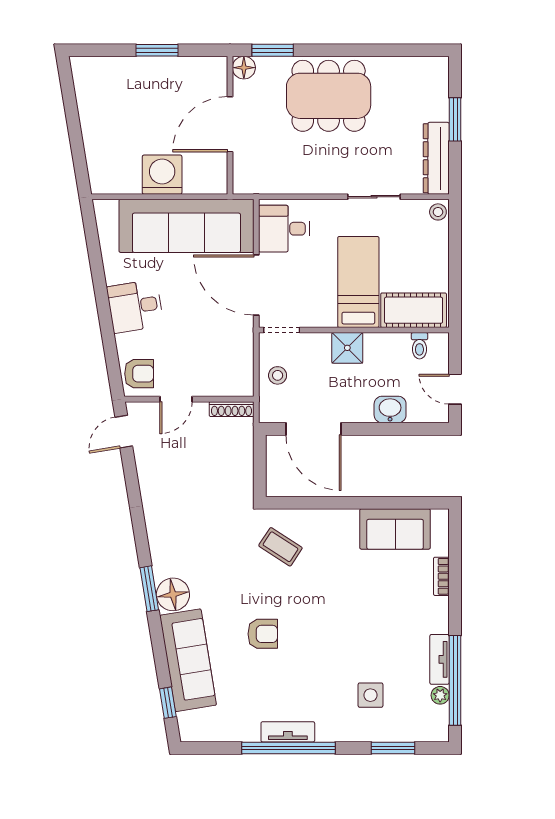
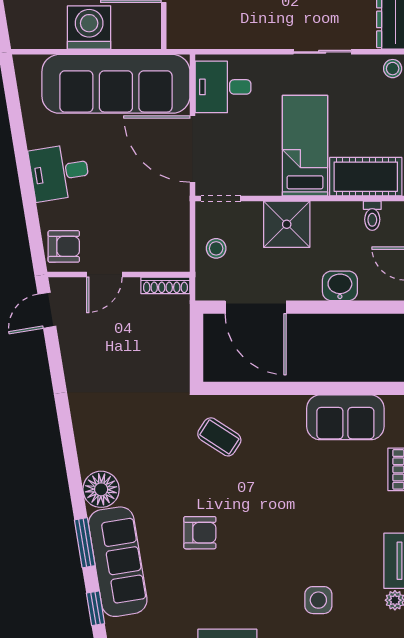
shower: (347, 348) -> (287, 224), width x1.36, depth x1.36
window: (149, 589) -> (85, 543), moved

